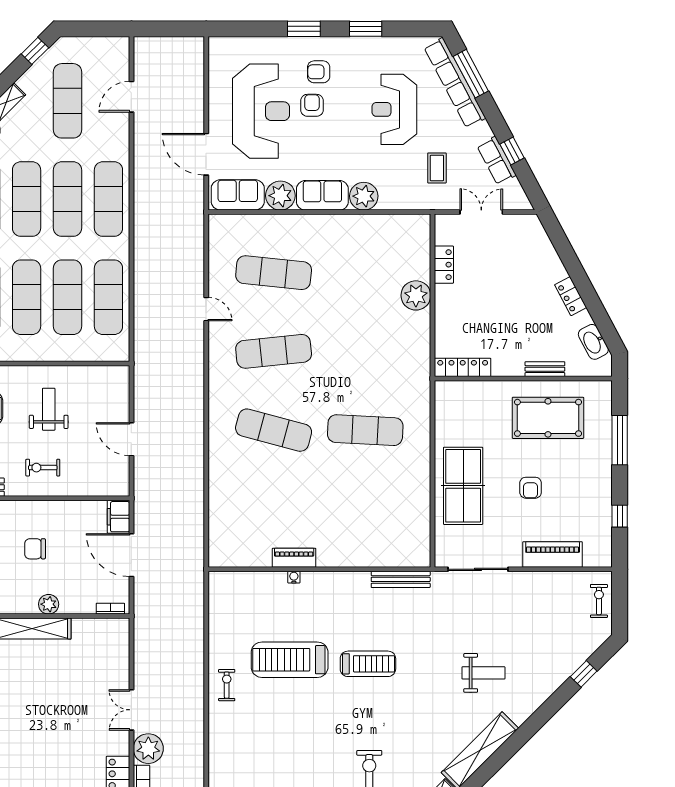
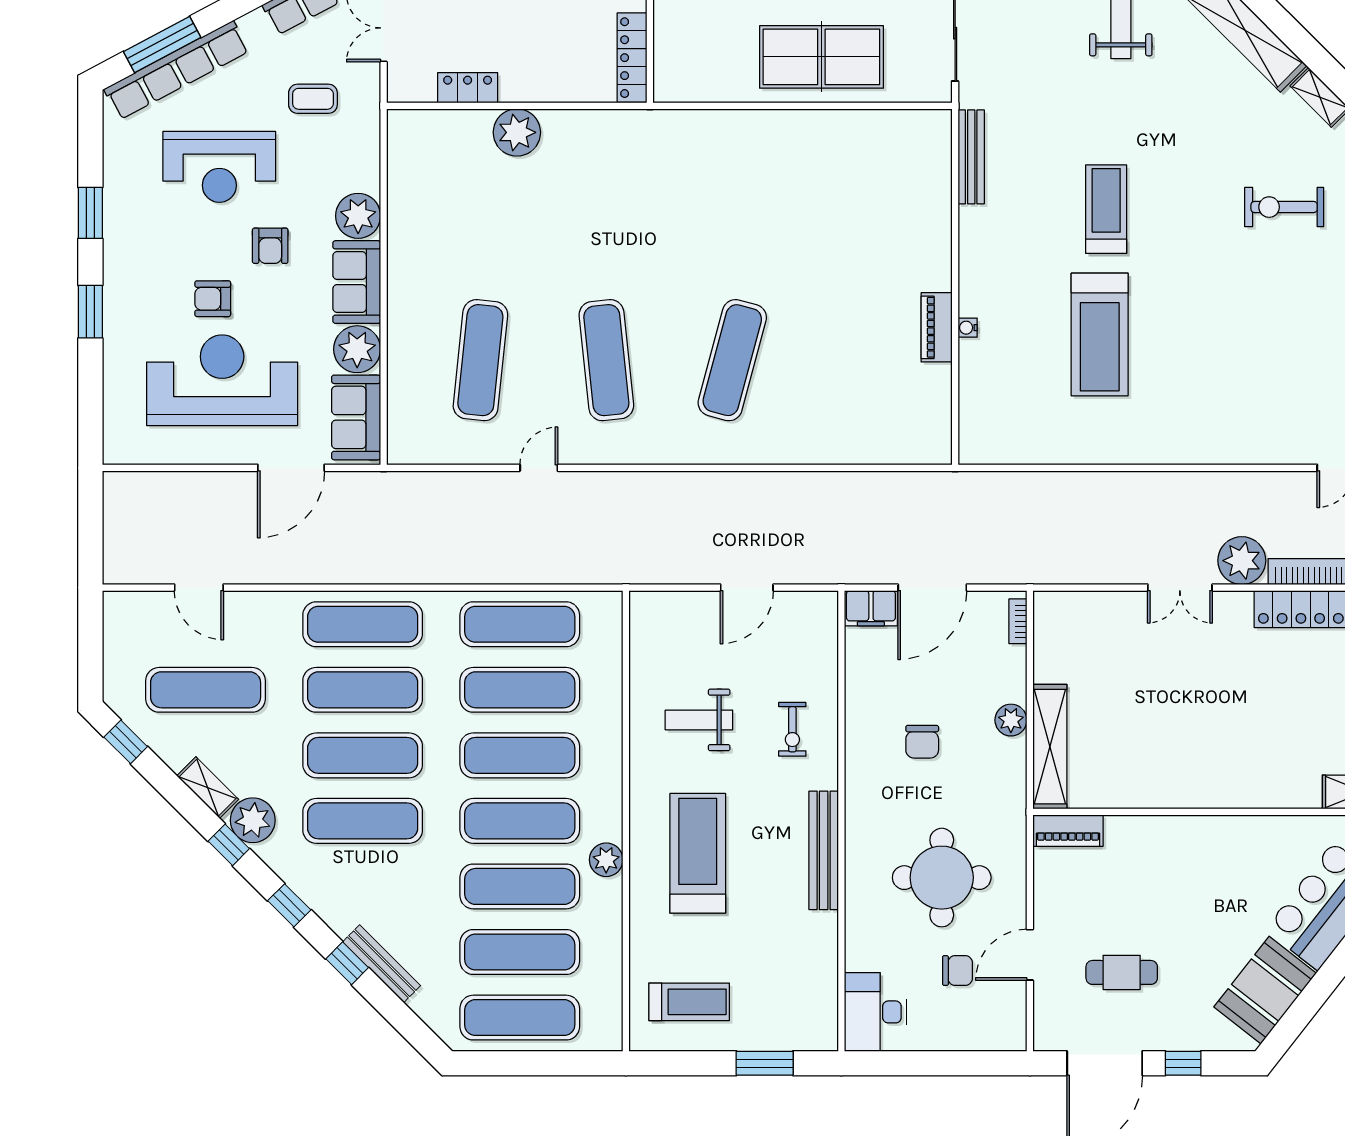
armchair: (319, 72) -> (270, 246), moved
exercise mat: (365, 430) -> (732, 214), removed
exercise bike: (227, 685) -> (1140, 435), removed

